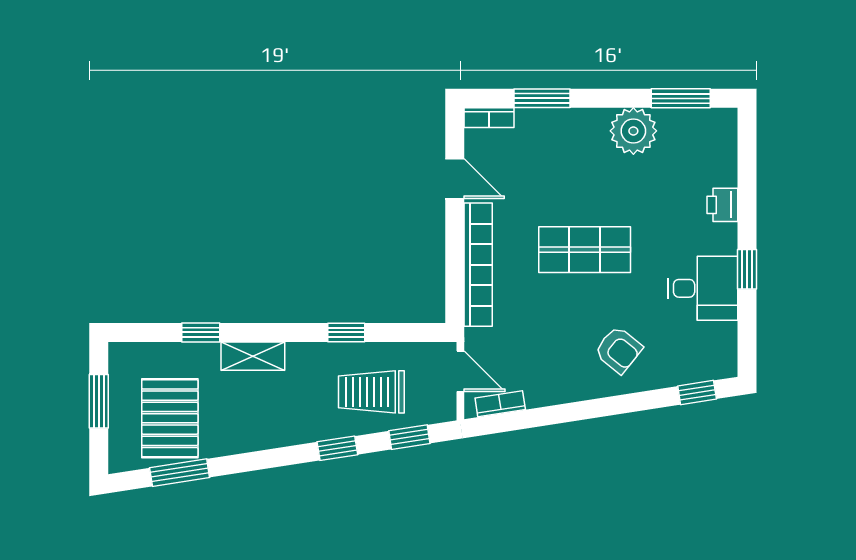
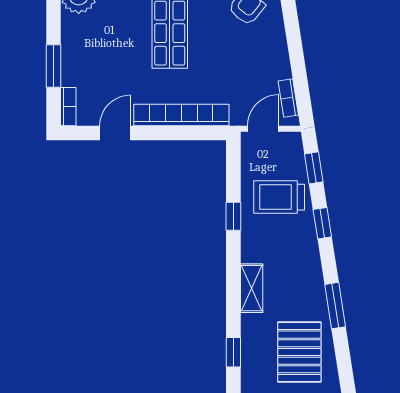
window: (201, 332) -> (233, 352), moved
trolley: (371, 392) -> (279, 197), turned 90
pallet: (170, 418) -> (299, 352), turned 90
window: (180, 473) -> (335, 306), moved

